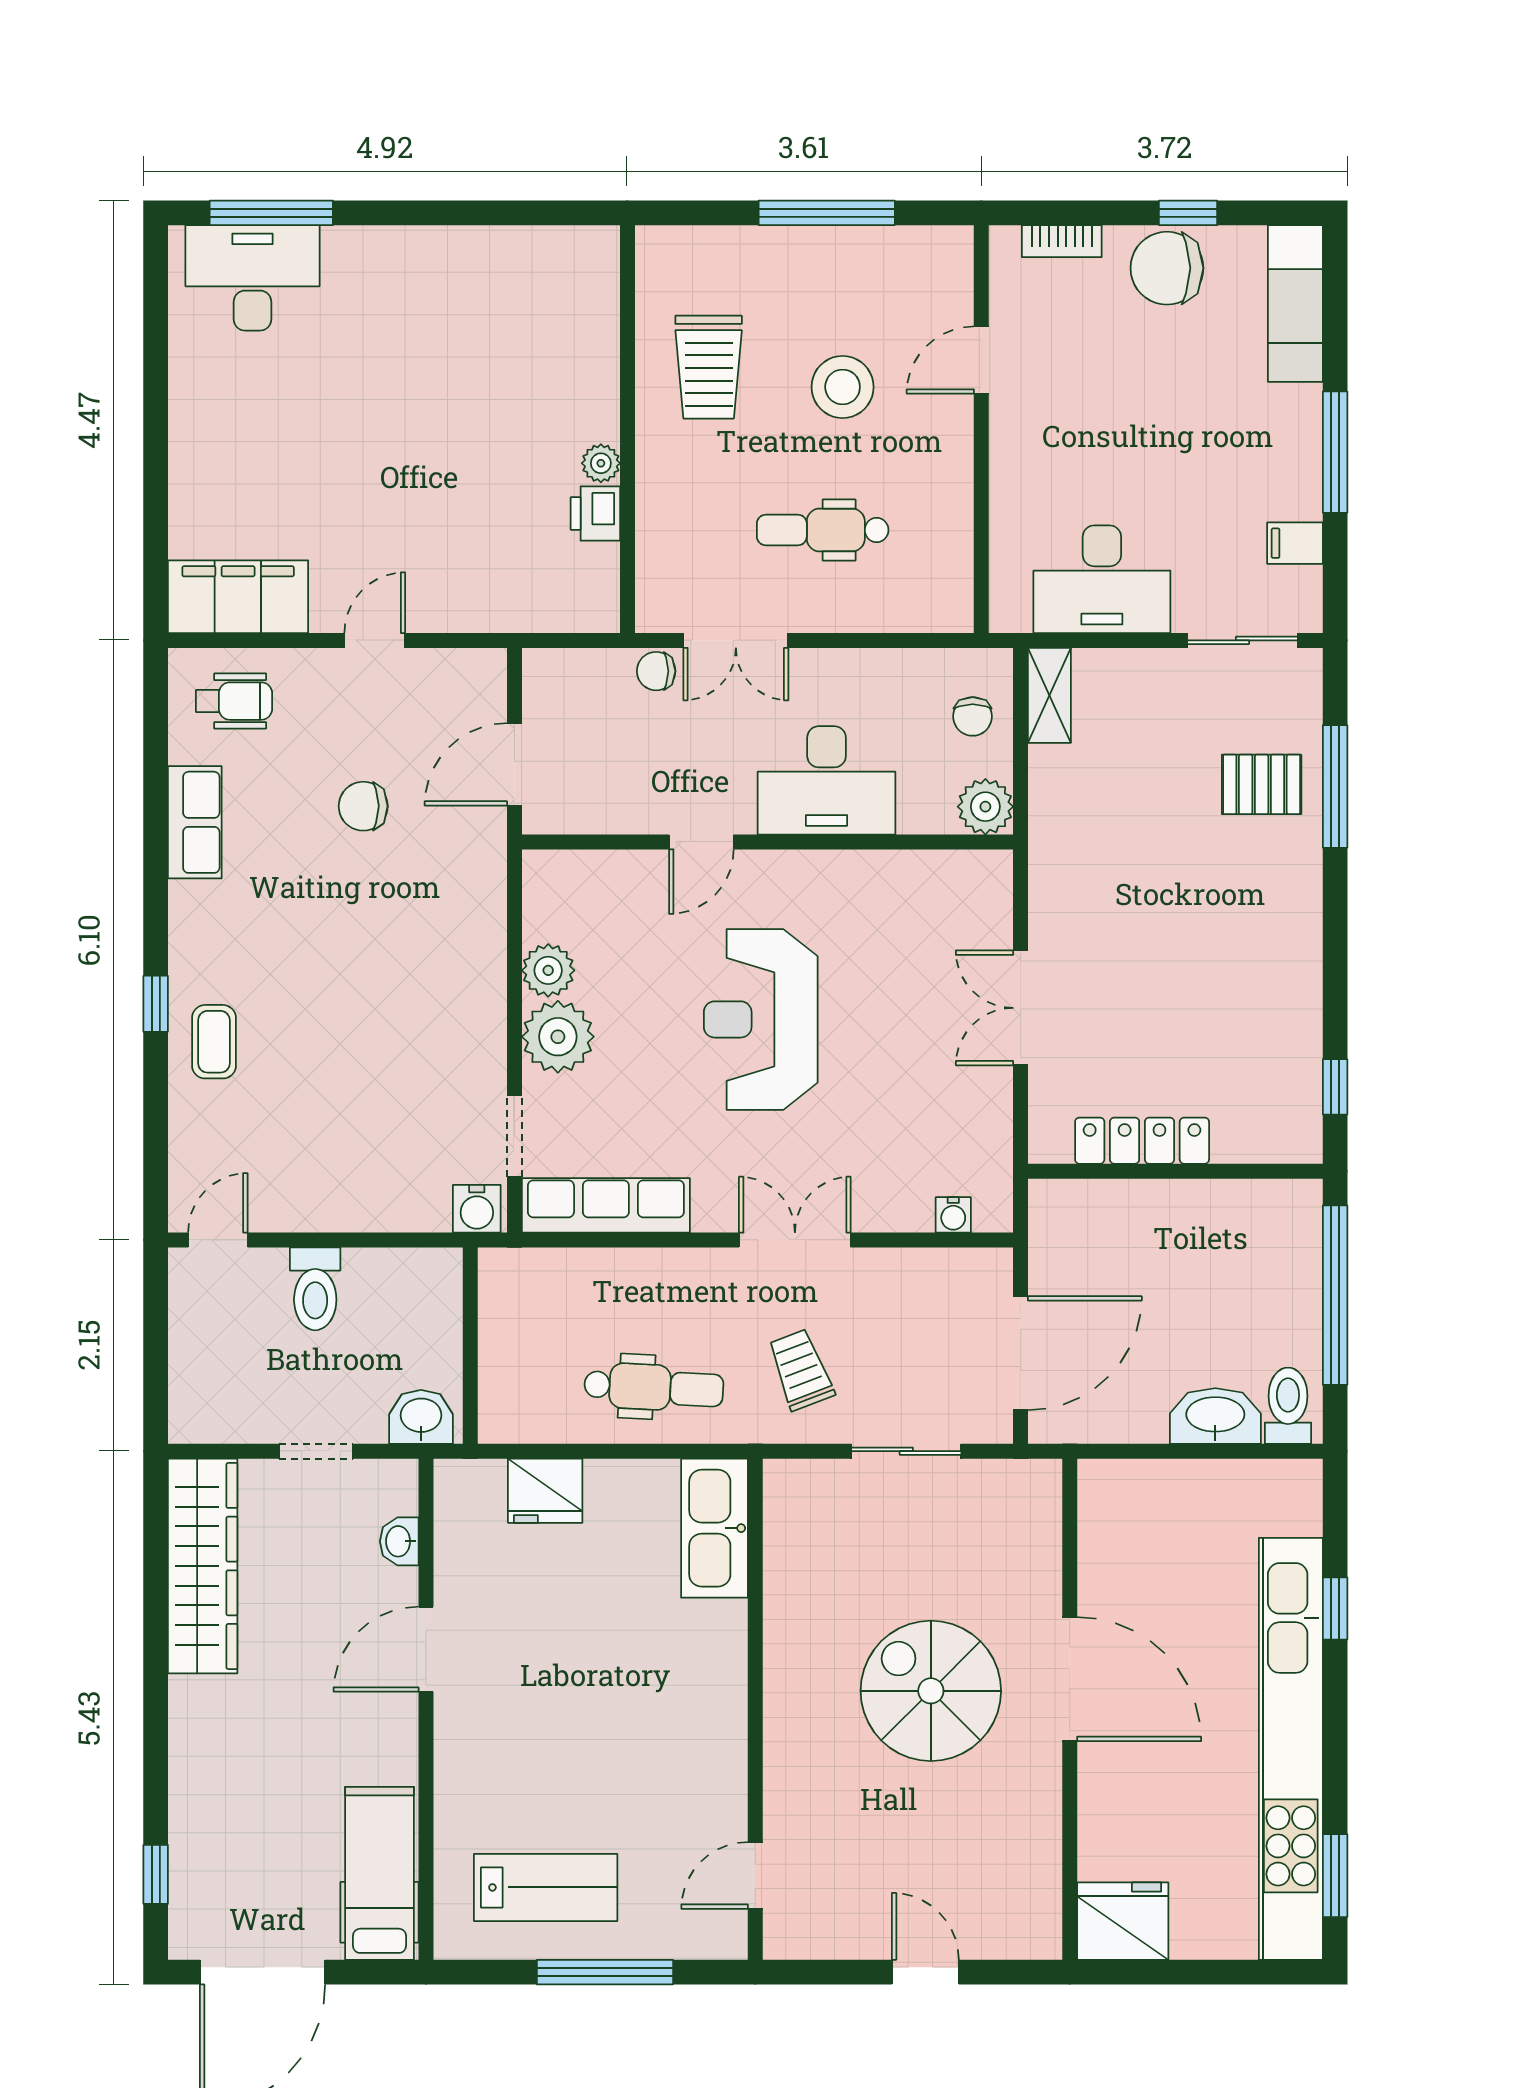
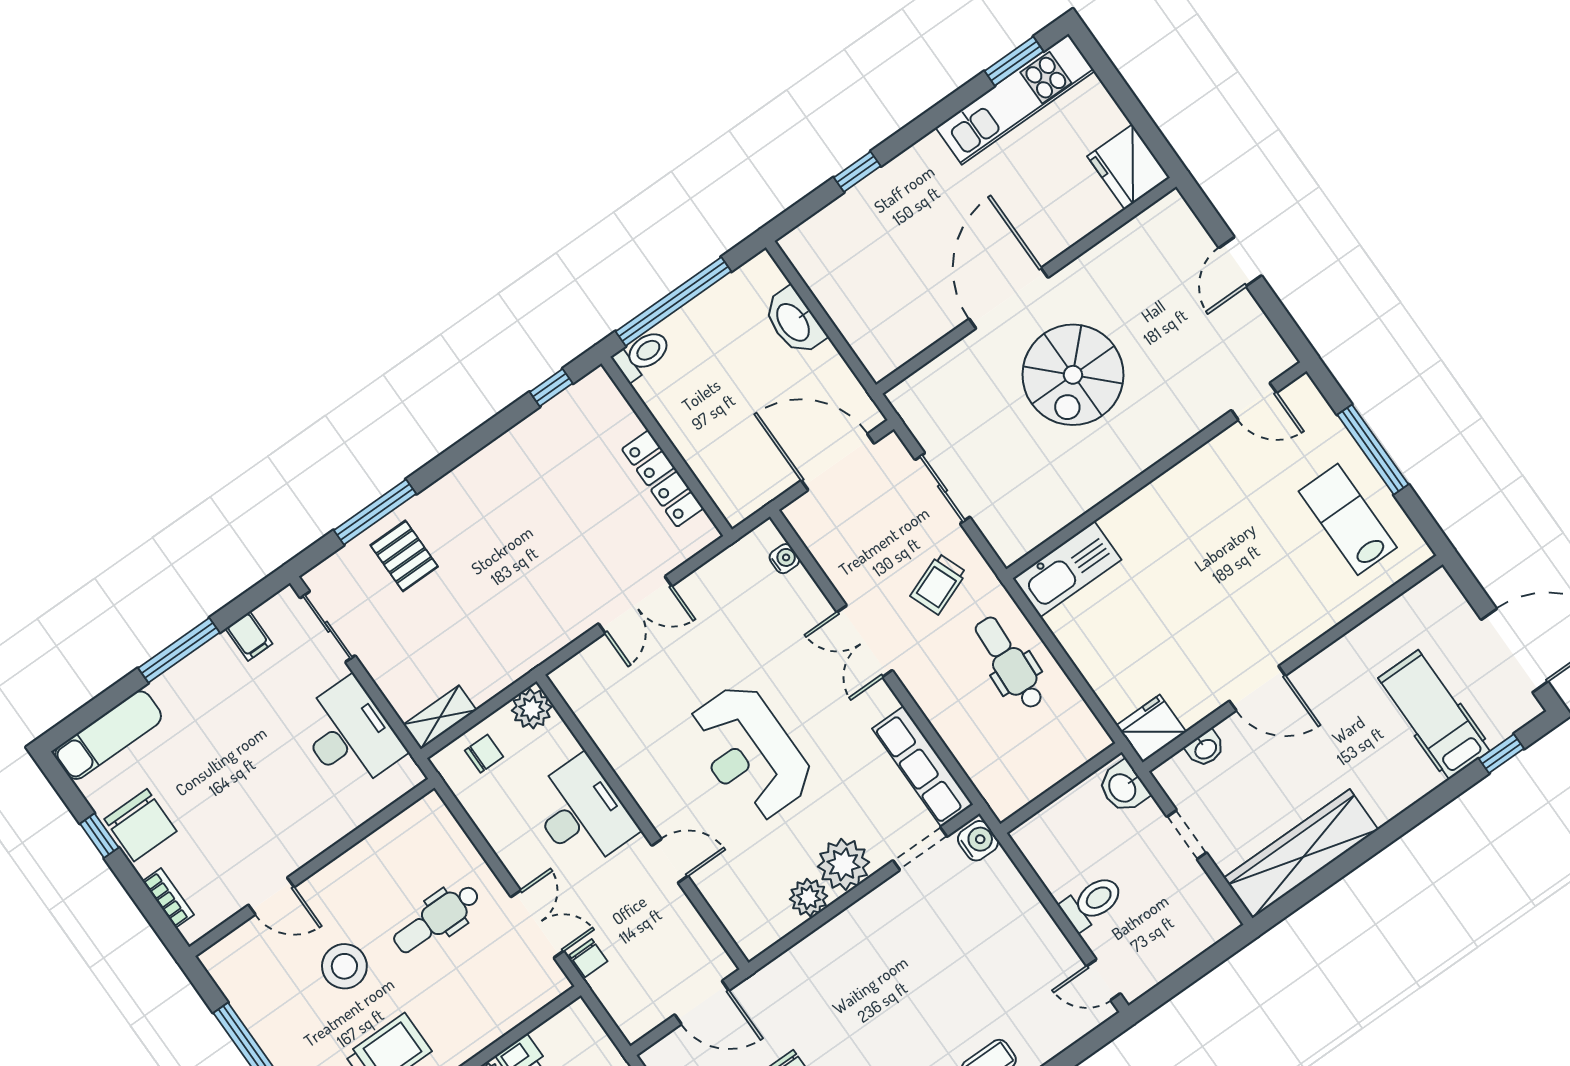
dental chair: (823, 530) -> (437, 919), turned 90
reception desk: (761, 1019) -> (749, 753), turned 90
toilet: (1288, 1406) -> (642, 355), moved, turned 180
fridge: (545, 1491) -> (1151, 729), moved, turned -90
kitchen unit: (1291, 1749) -> (1015, 99), width x0.54
hospital bed: (380, 1873) -> (1434, 715), moved, turned 90

